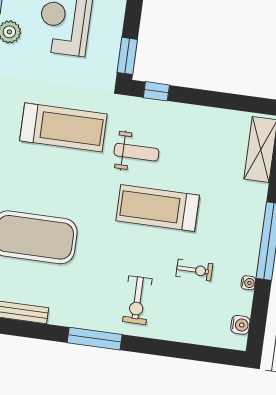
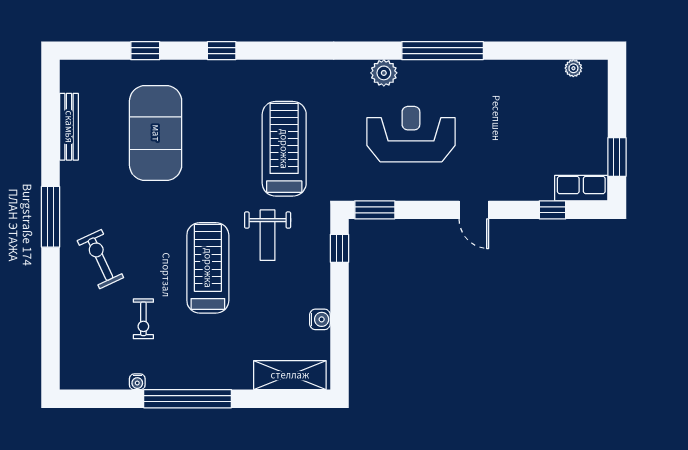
treadmill: (63, 127) -> (284, 149), turned 180
exercise bike: (137, 300) -> (100, 259), turned 65
water cooler: (240, 325) -> (320, 319), moved, turned -90

